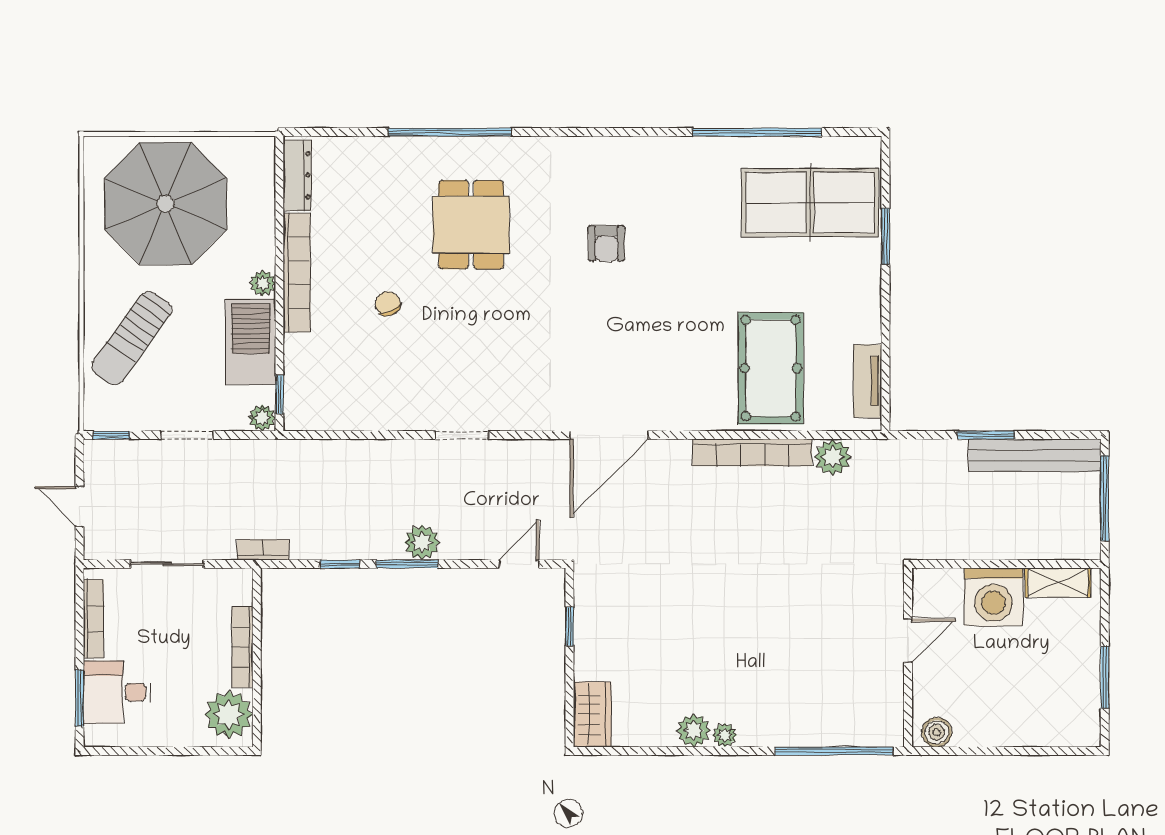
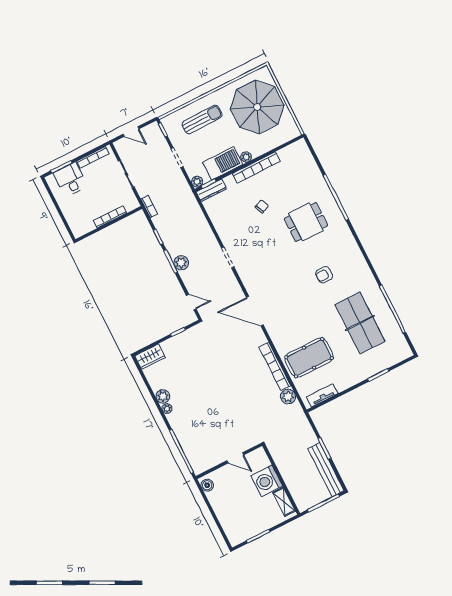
dresser: (297, 175) -> (211, 190), moved
table tennis table: (810, 202) -> (360, 323), moved
sun lounger: (132, 338) -> (202, 119), turned 143
door: (80, 506) -> (131, 132), swing flipped
plant: (229, 715) -> (83, 224), removed

